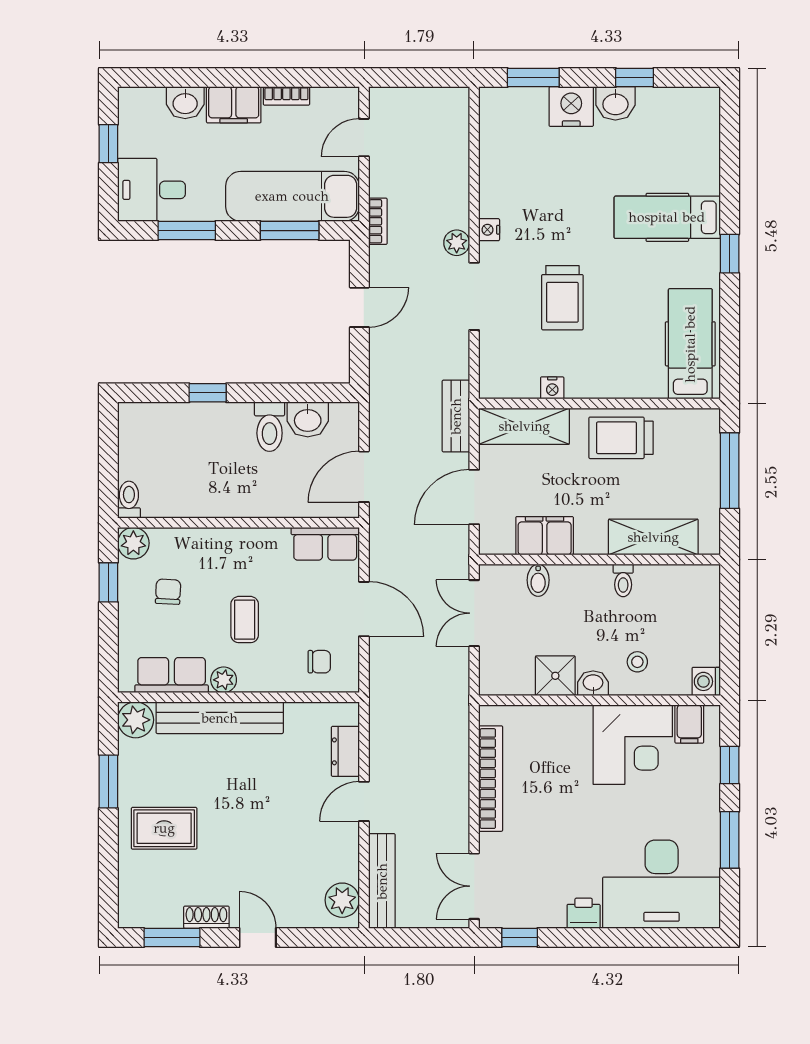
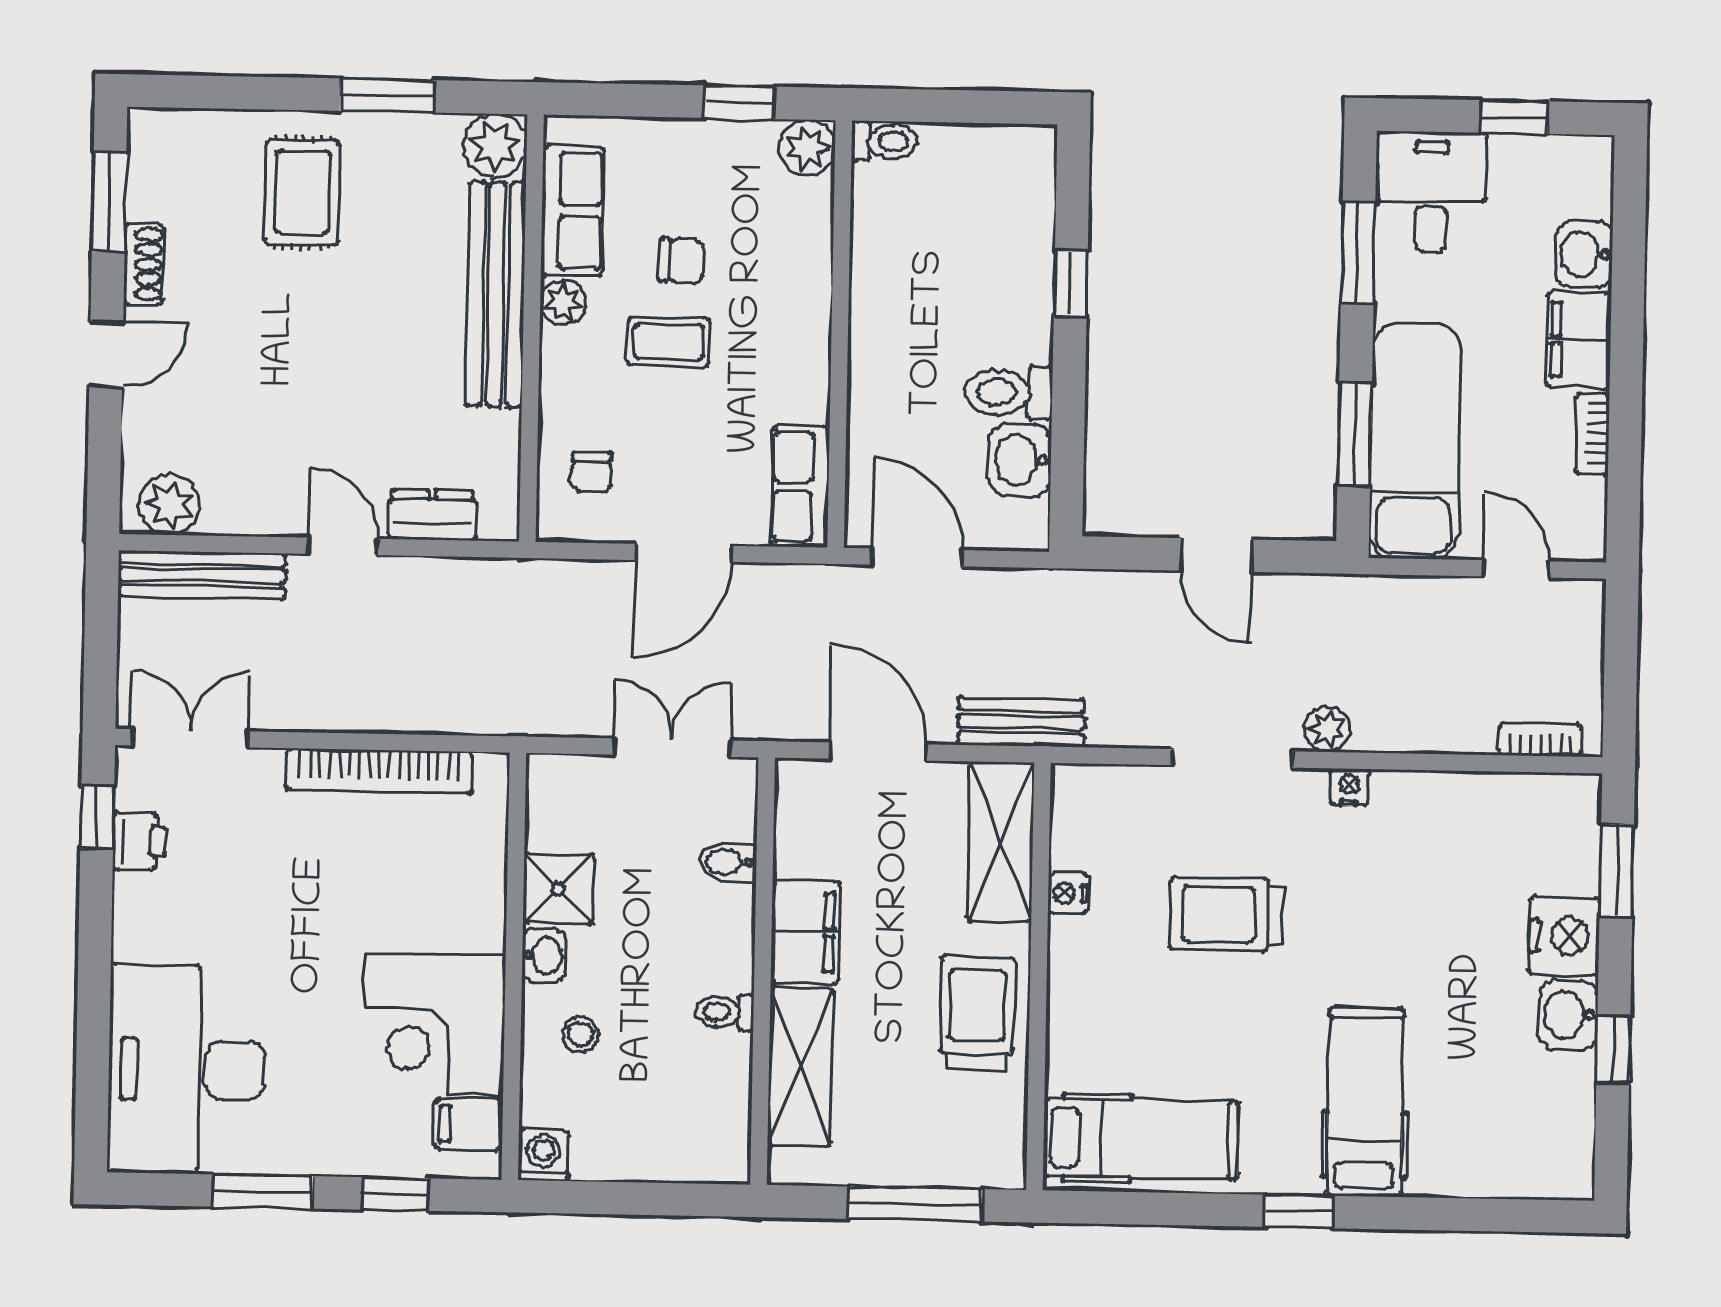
bookcase: (378, 221) -> (1541, 740), moved, turned 180
filing cabinet: (545, 536) -> (805, 932), moved
chair: (168, 592) -> (682, 261), moved
printer: (584, 913) -> (140, 841), moved

